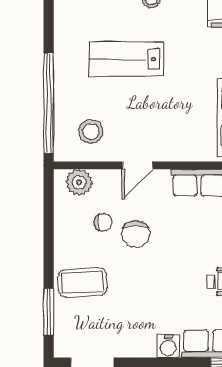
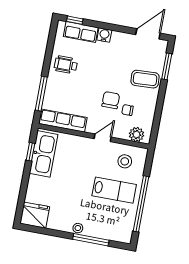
lab bench: (126, 59) -> (114, 190), moved
window: (49, 103) -> (141, 204), moved

